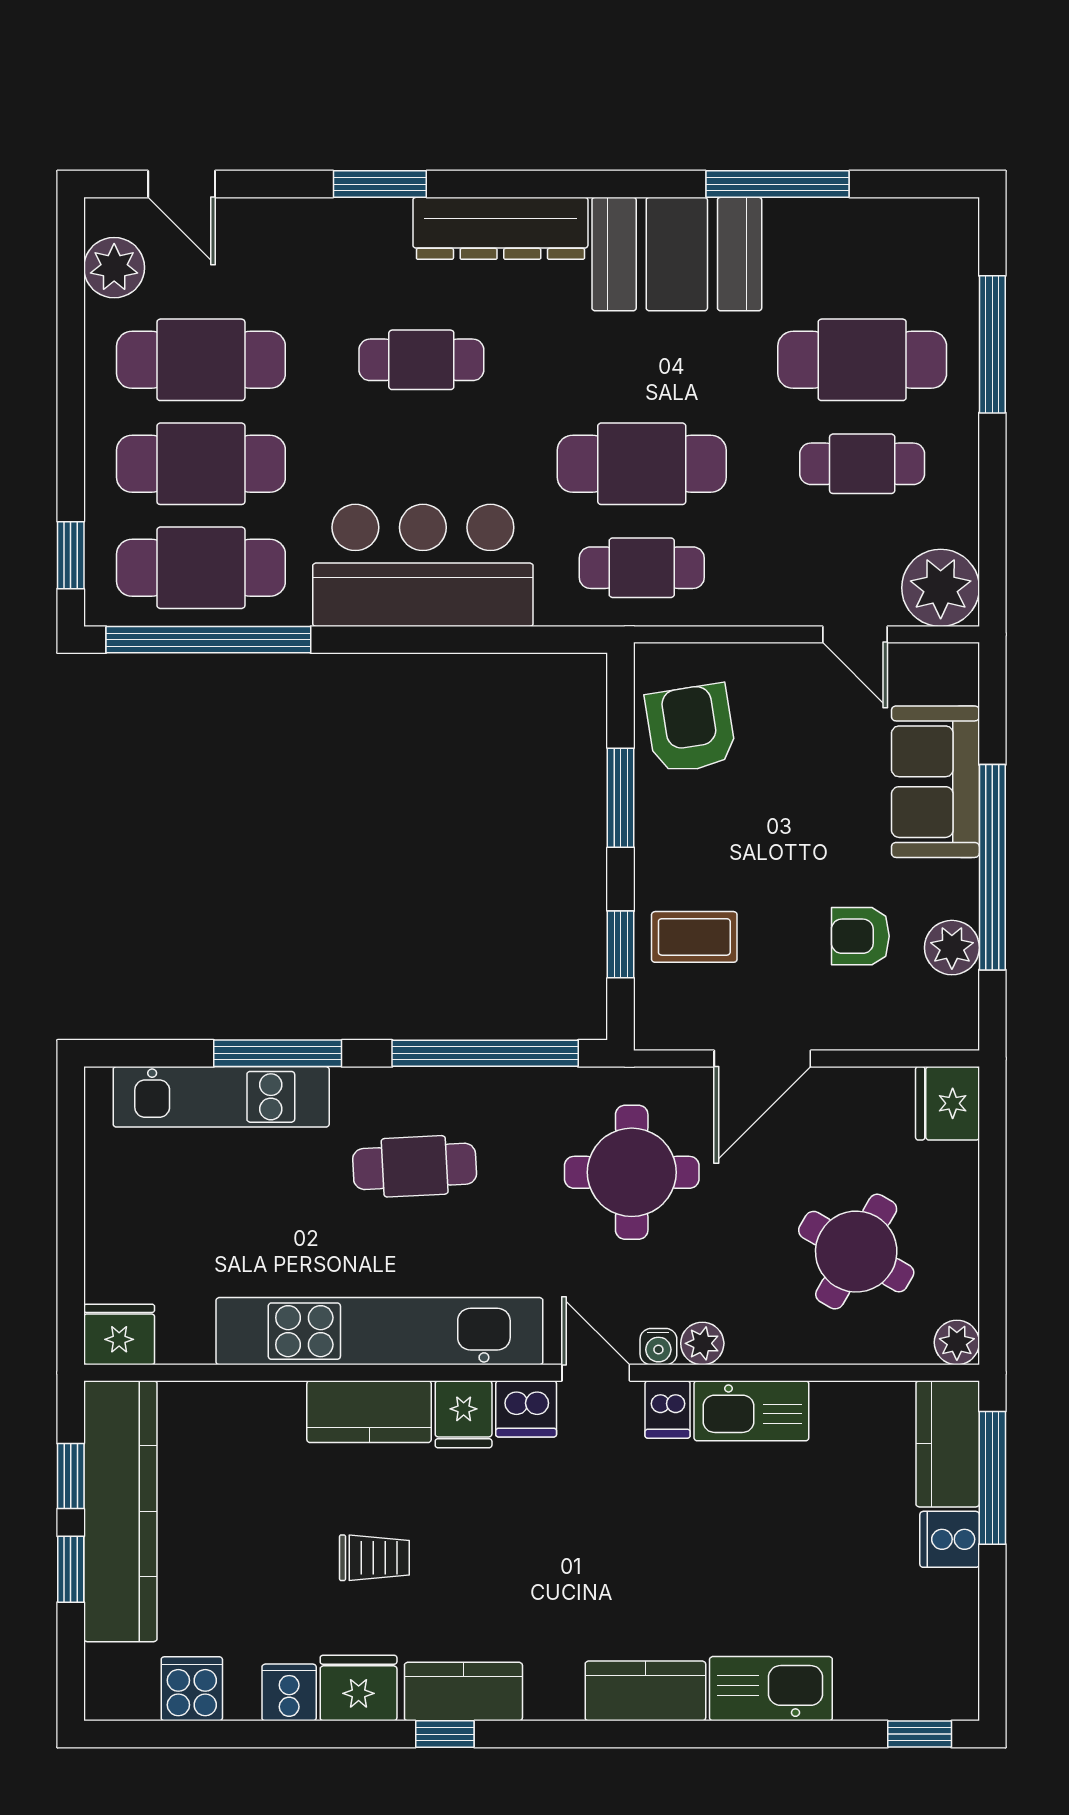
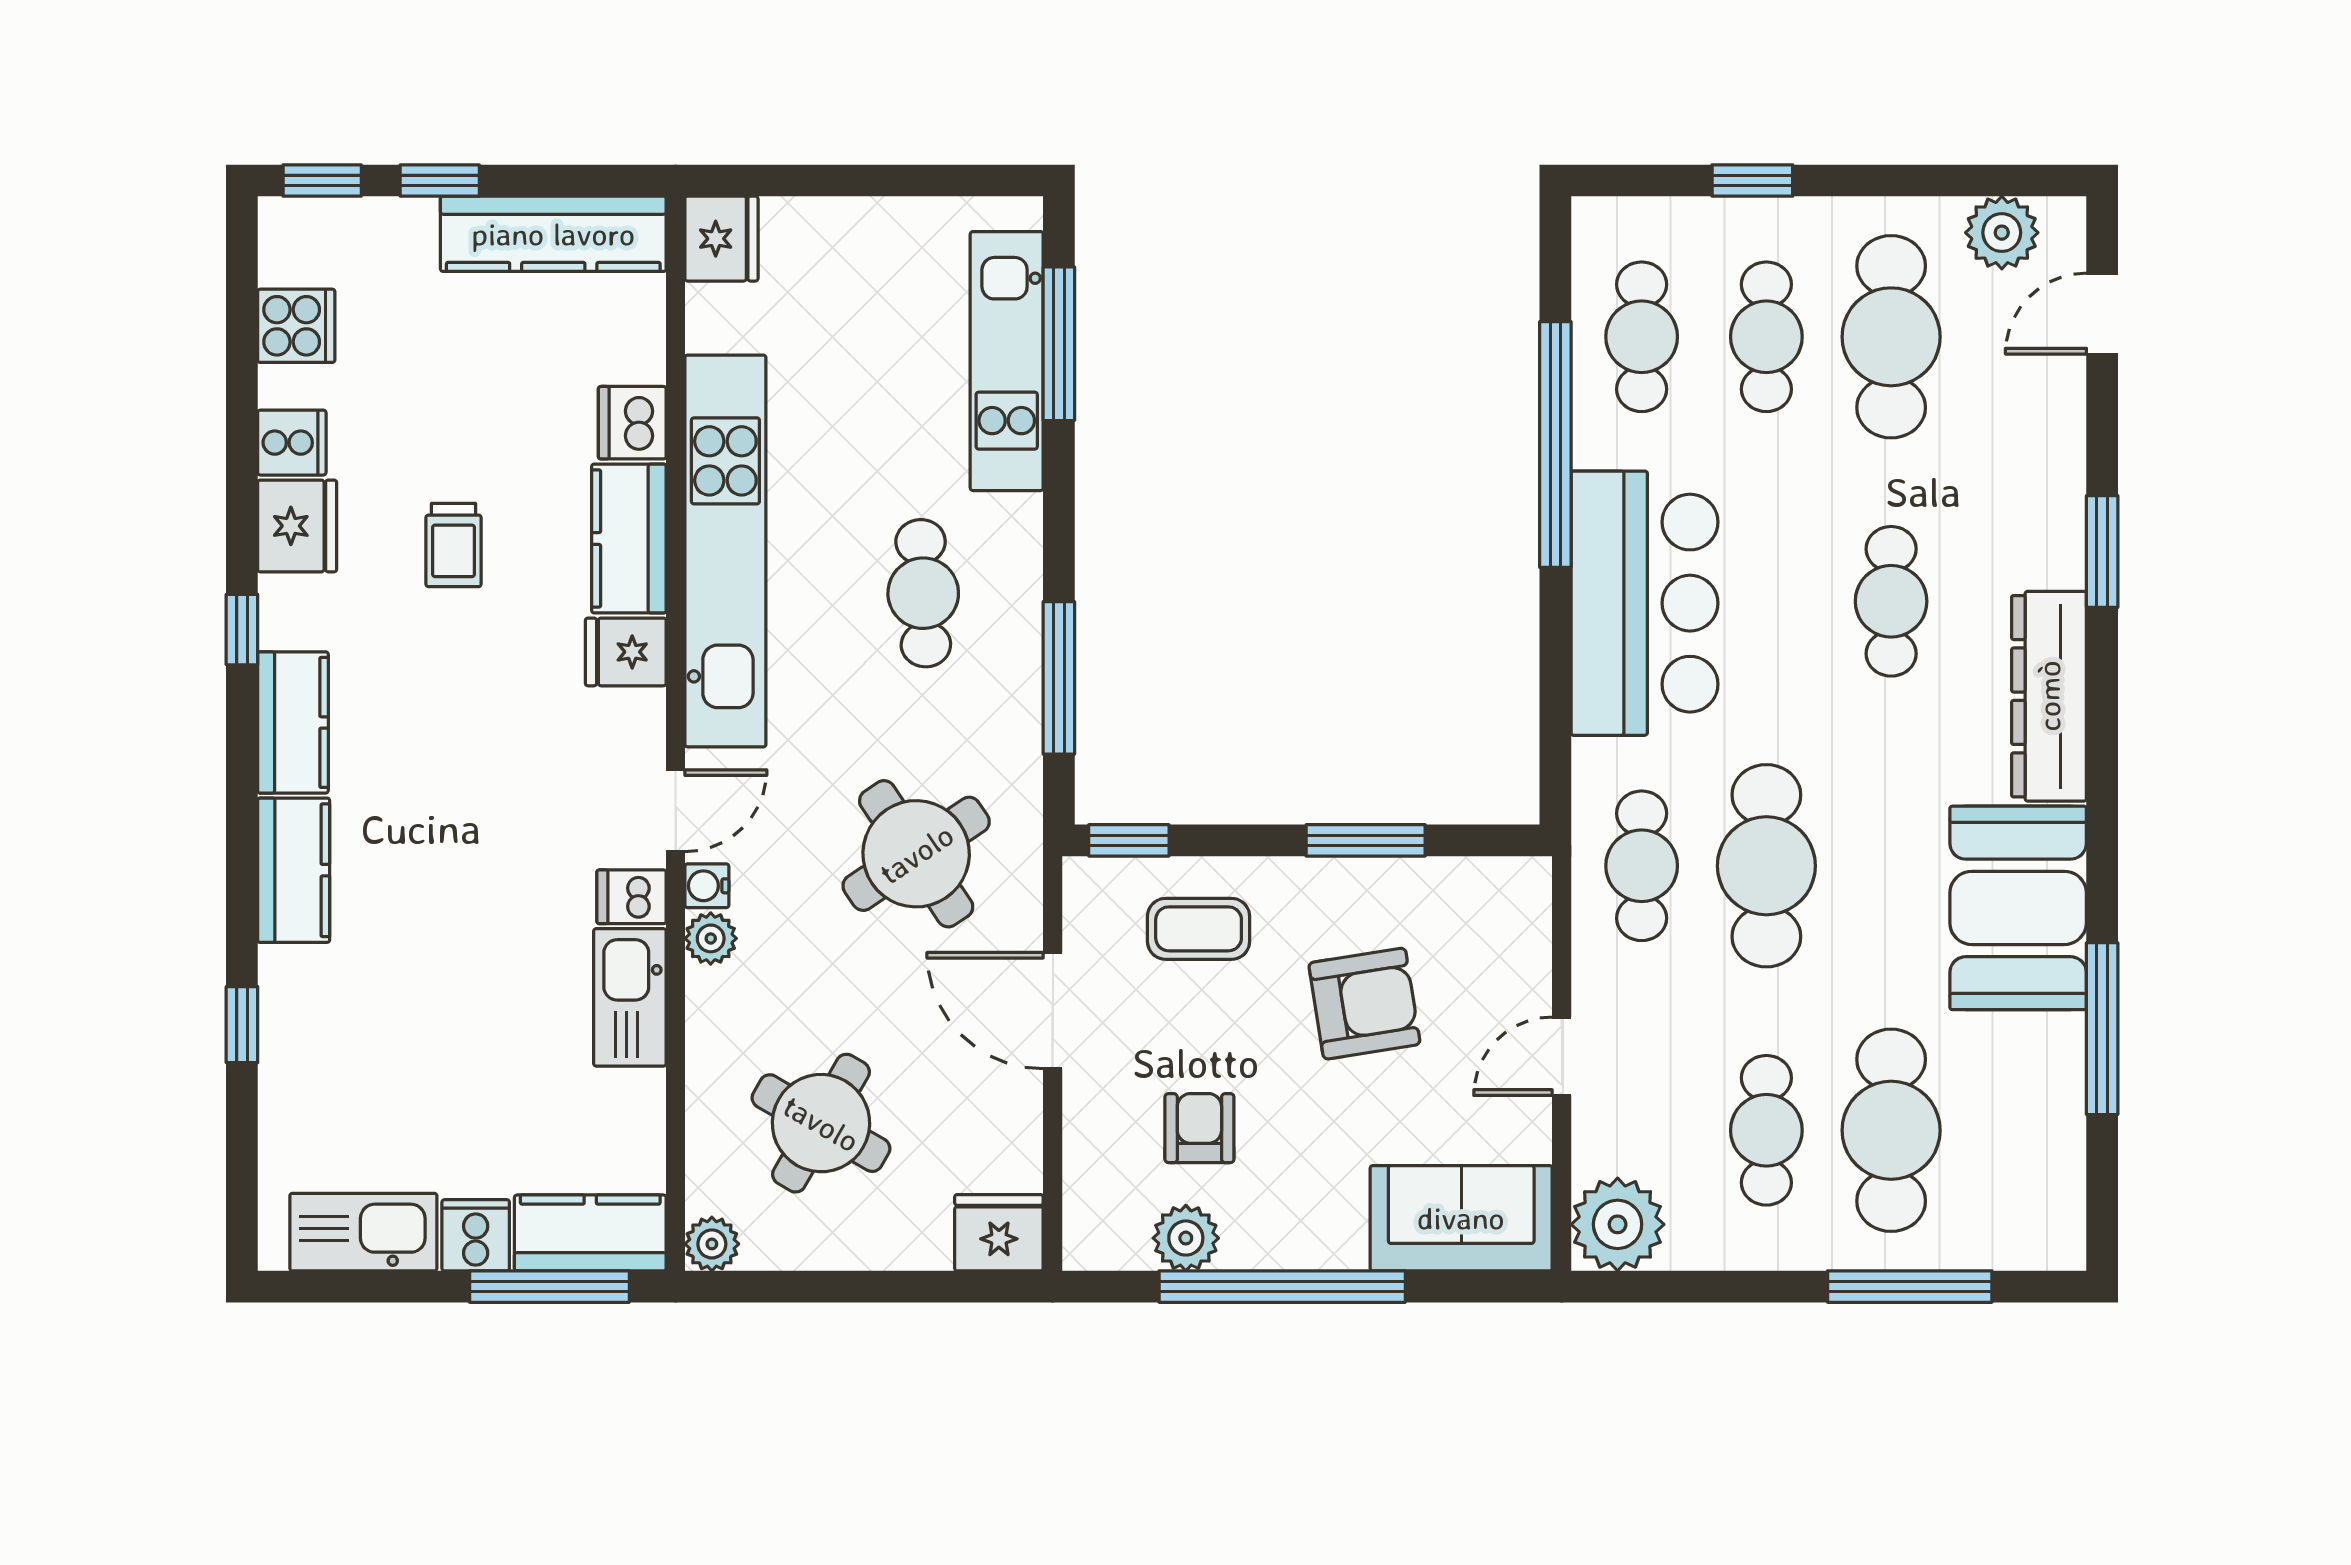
cafe table: (201, 464) -> (1766, 337), width x0.73, depth x0.74
window: (71, 555) -> (1752, 180), moved
cafe table: (201, 568) -> (1642, 337), width x0.73, depth x0.74
door: (855, 634) -> (1562, 1056), moved
window: (208, 640) -> (1555, 444), moved
armchair: (691, 729) -> (1364, 1004), moved
sofa: (935, 782) -> (1461, 1218), moved
coffee table: (694, 937) -> (1199, 929), turned 90
window: (621, 944) -> (1129, 840), moved
window: (278, 1053) -> (1059, 344), moved
window: (485, 1053) -> (1059, 678), width x0.68
round table: (632, 1172) -> (916, 854), turned -34
dishwasher: (526, 1409) -> (632, 423), moved
window: (71, 1476) -> (322, 180), moved
kitchen counter: (120, 1511) -> (553, 234), width x0.72, depth x0.86
kitchen sink: (771, 1689) -> (363, 1232), moved, turned -90
kitchen counter: (463, 1692) -> (293, 722), moved
window: (920, 1734) -> (242, 1025), moved

